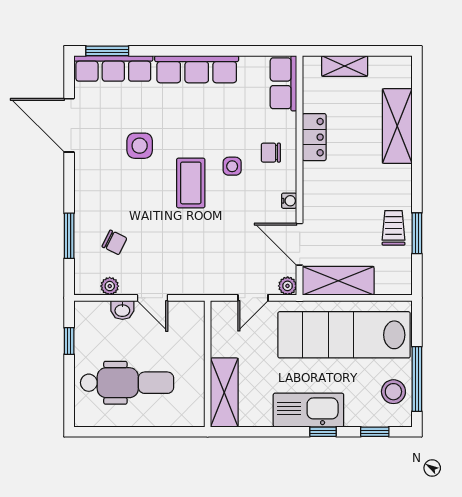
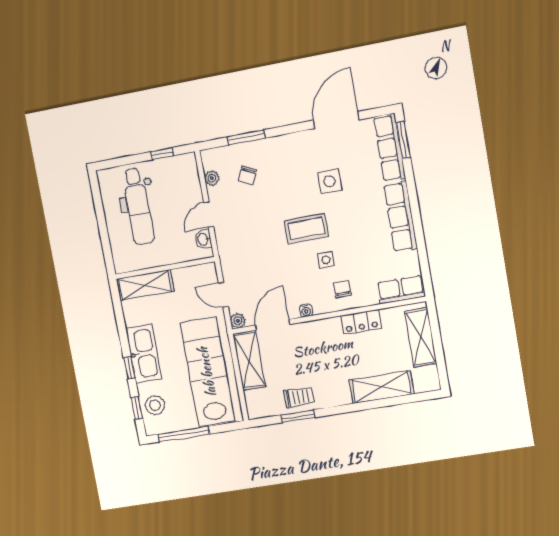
shelving: (345, 66) -> (421, 337), width x1.50, depth x1.33
washbasin: (122, 310) -> (203, 239), moved
stool: (393, 392) -> (155, 405), moved

